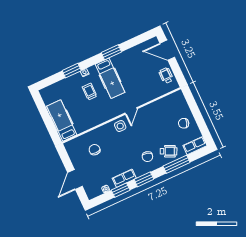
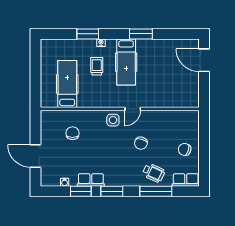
wheelchair: (166, 76) -> (190, 88), removed
hospital bed: (62, 120) -> (67, 84), moved
chair: (147, 157) -> (141, 143), moved
door: (75, 179) -> (36, 156), hinge flipped

